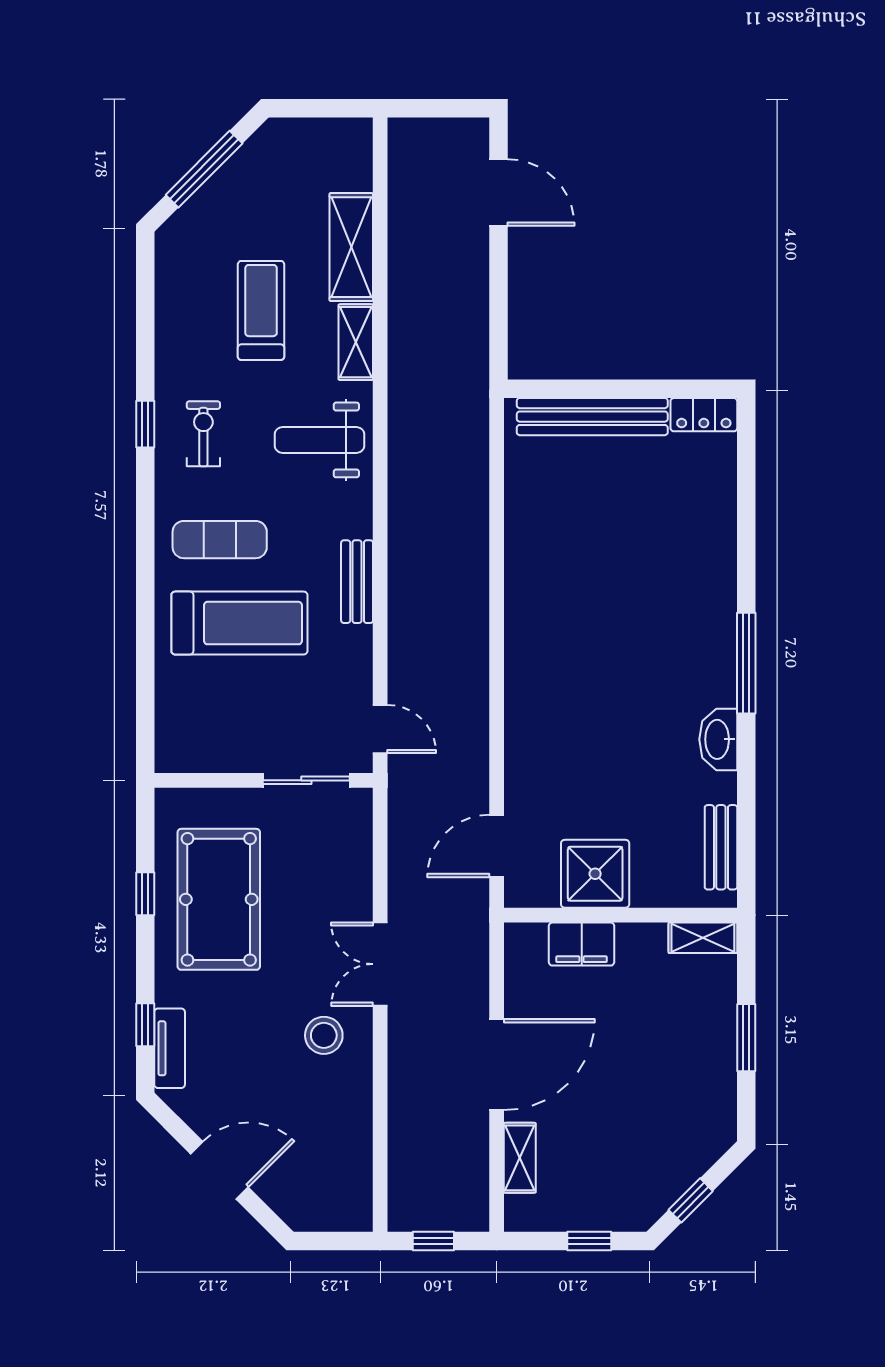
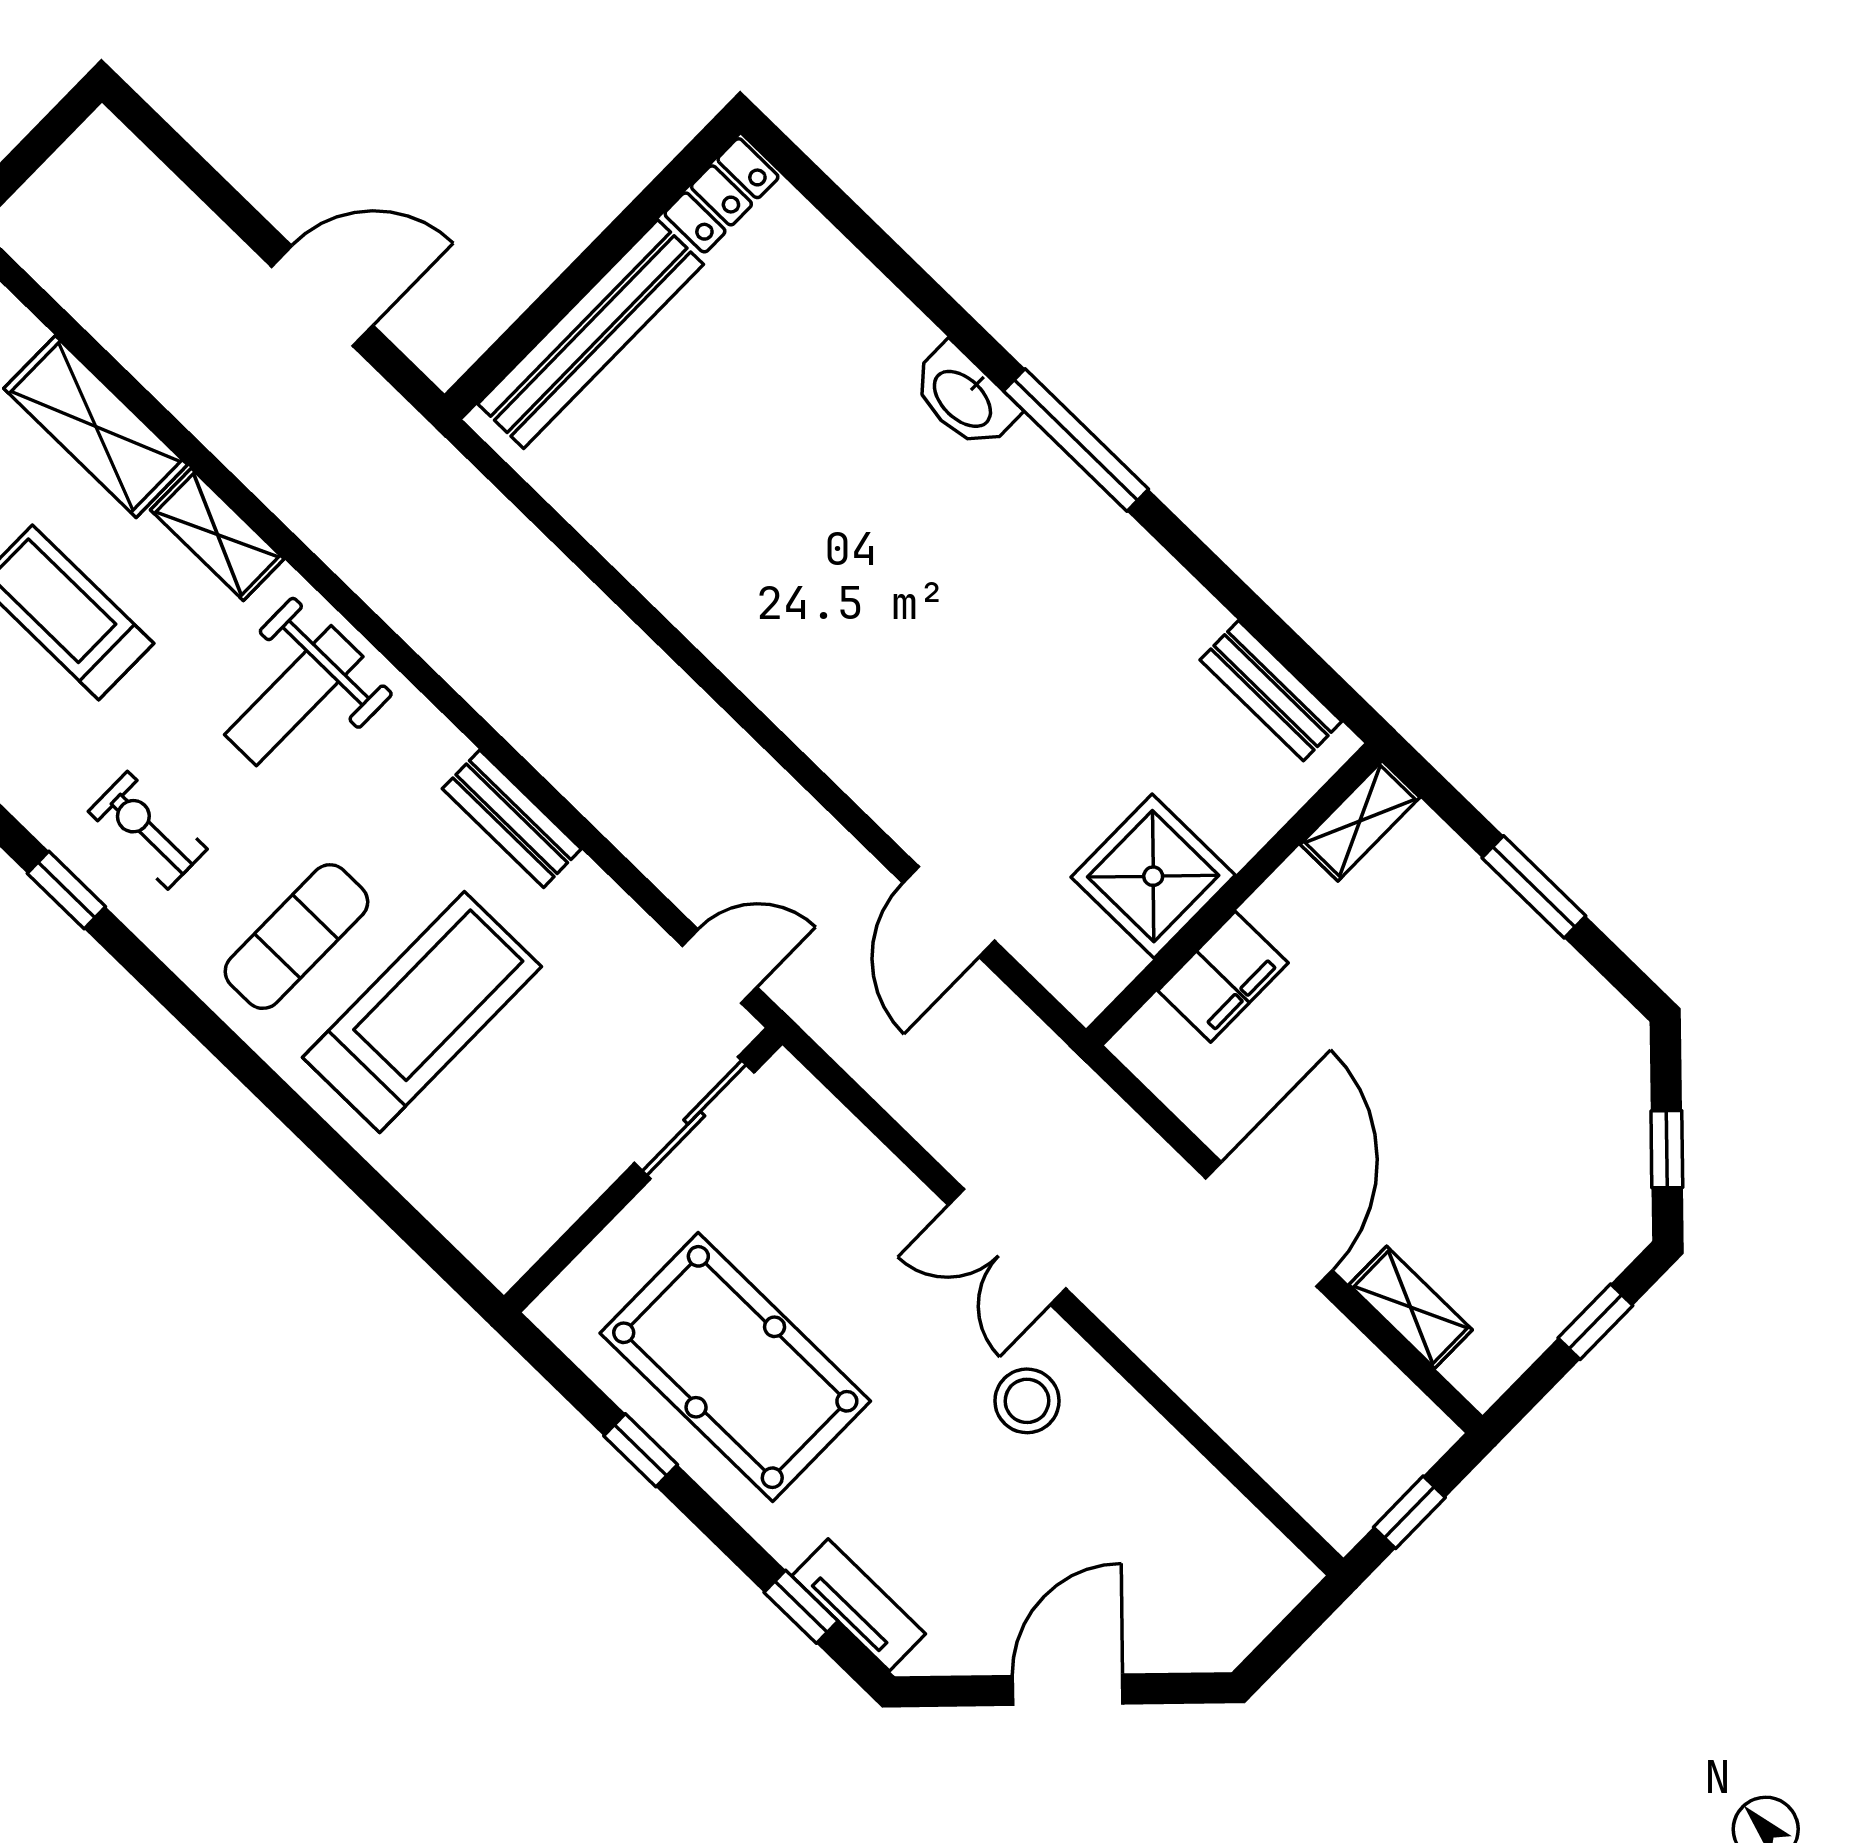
door: (499, 192) -> (322, 296), moved
washbasin: (718, 739) -> (964, 397), moved
door: (497, 846) -> (949, 912), moved

